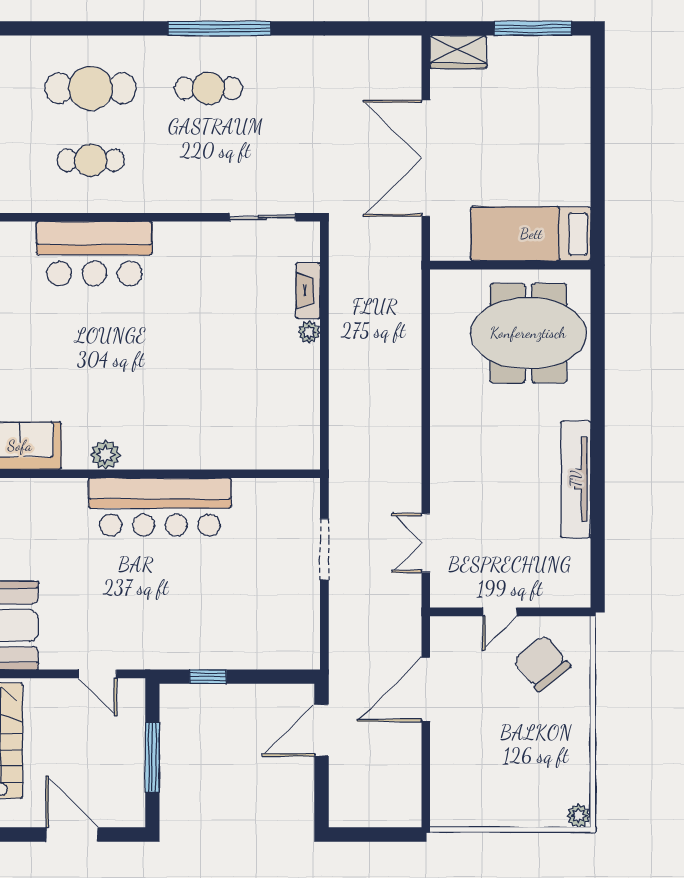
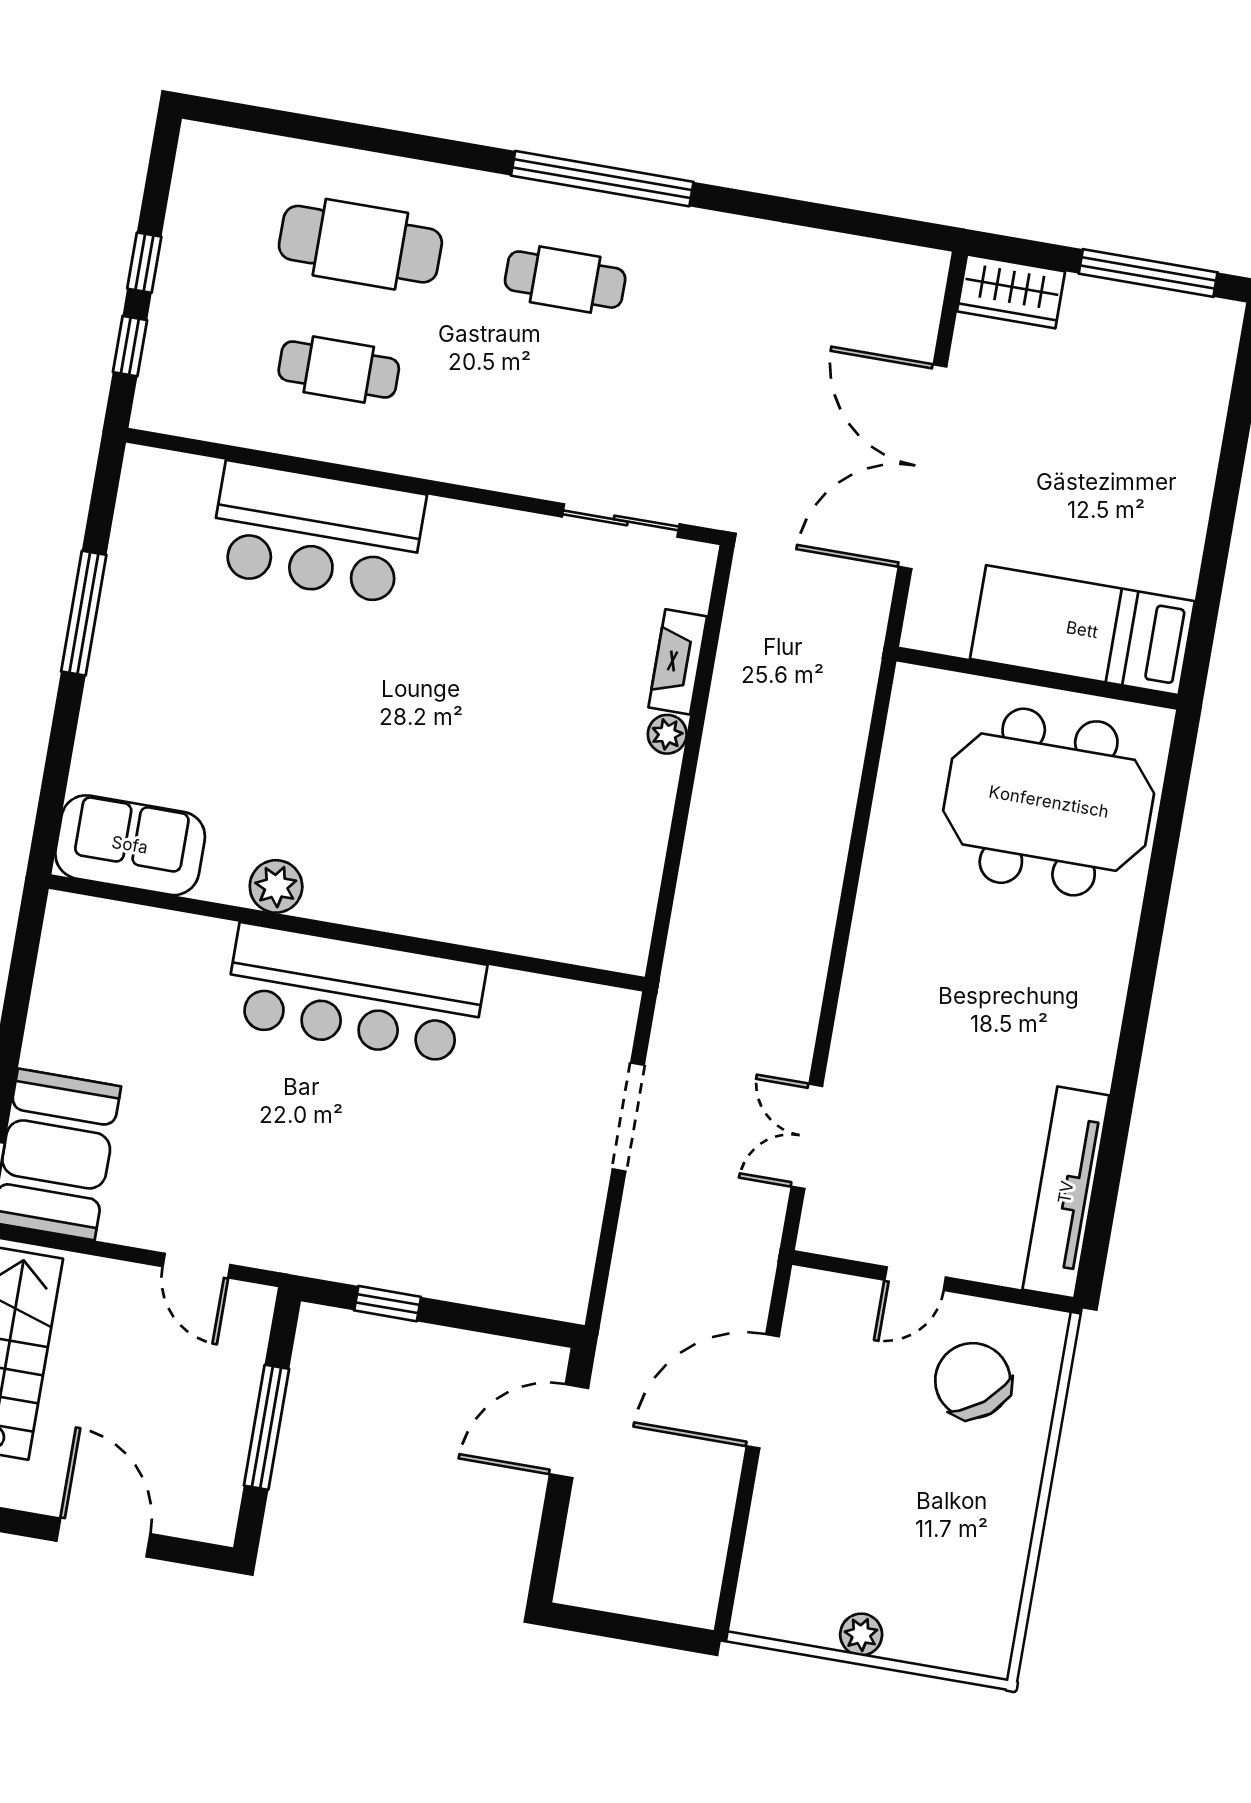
tv unit: (576, 479) -> (1066, 1192), moved
plant: (579, 816) -> (861, 1635), moved

